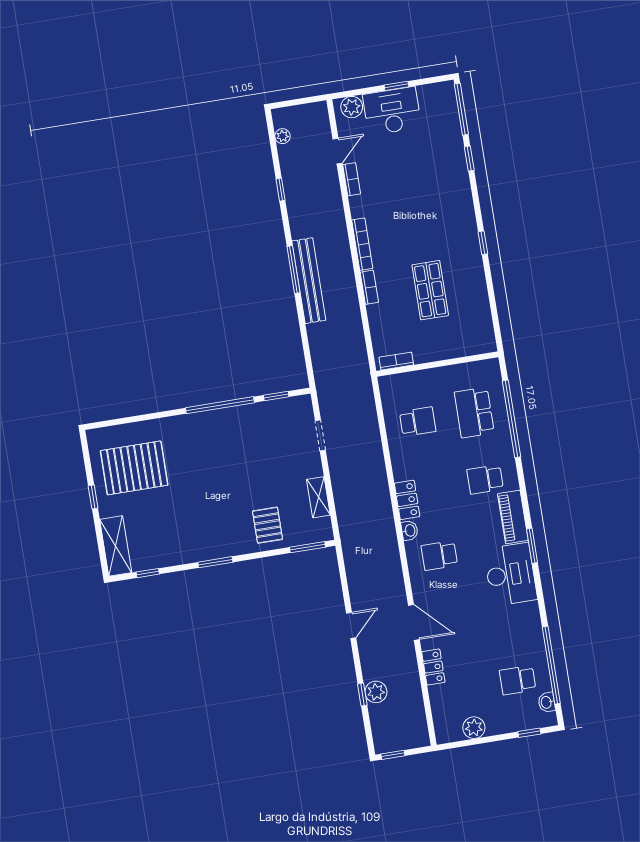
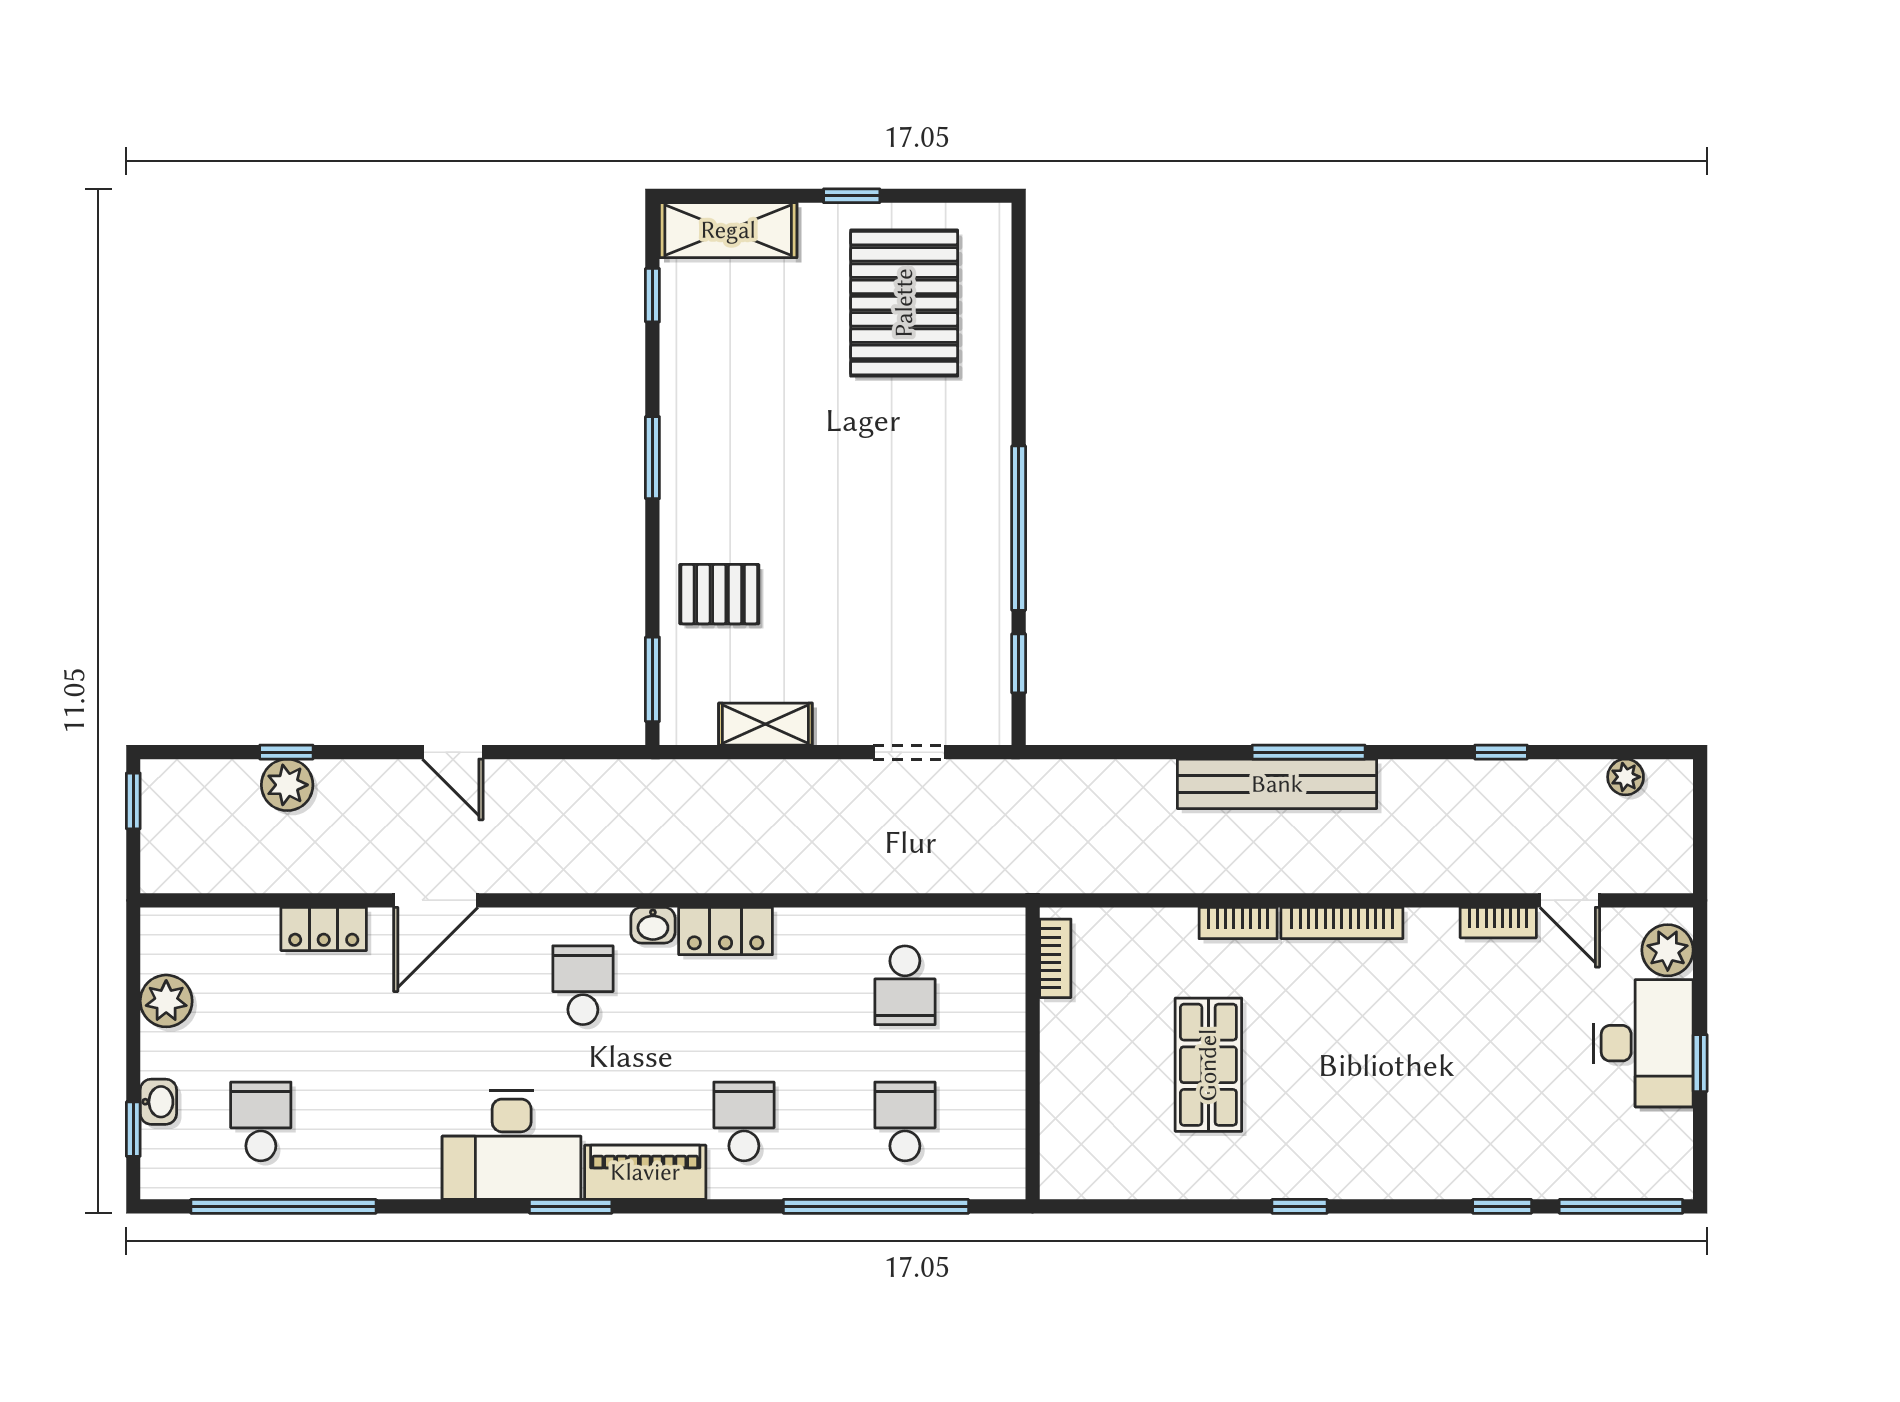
shop shelf: (430, 290) -> (1208, 1065), turned 90
school desk: (474, 412) -> (905, 1122), width x0.54
washbasin: (547, 702) -> (158, 1102), moved, turned 90

